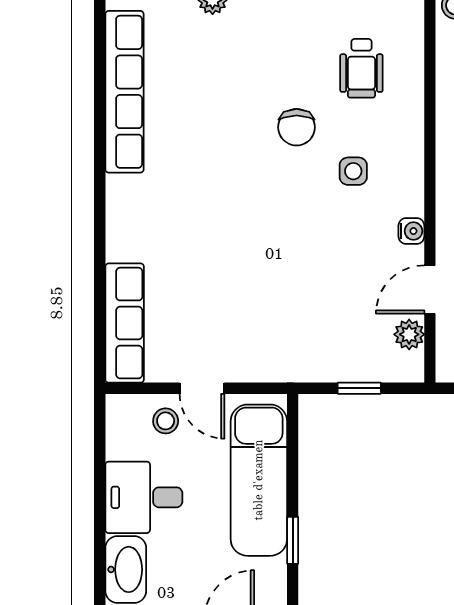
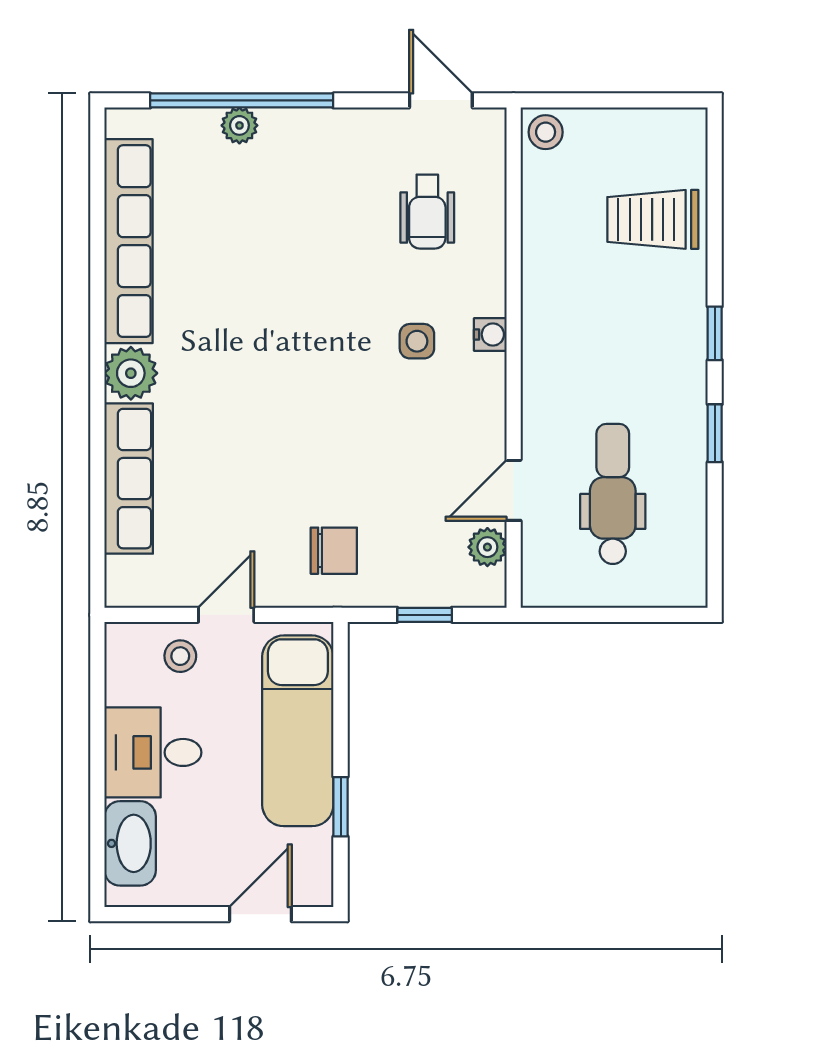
chair: (297, 127) -> (334, 551), moved, turned -90
plant: (126, 197) -> (131, 373), added
water cooler: (411, 231) -> (490, 334), moved
row of seats: (125, 323) -> (129, 479), moved
door: (202, 388) -> (226, 615), swing flipped

